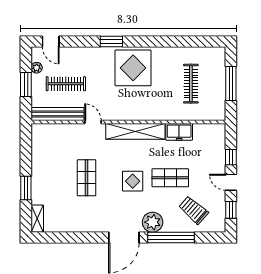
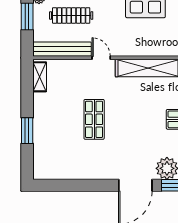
display table: (133, 181) -> (145, 123), removed
shelving: (37, 219) -> (40, 77), moved

